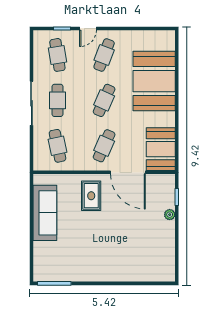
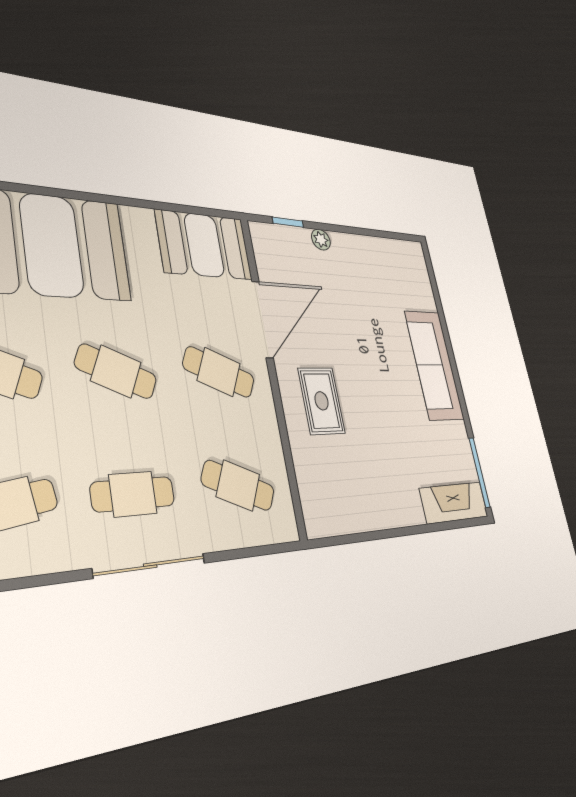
cafe table: (57, 146) -> (238, 485), turned 36
rug: (91, 196) -> (322, 401), turned 90
sofa: (45, 213) -> (434, 365), moved, turned -90
fireplace: (41, 262) -> (454, 503), added

